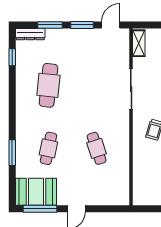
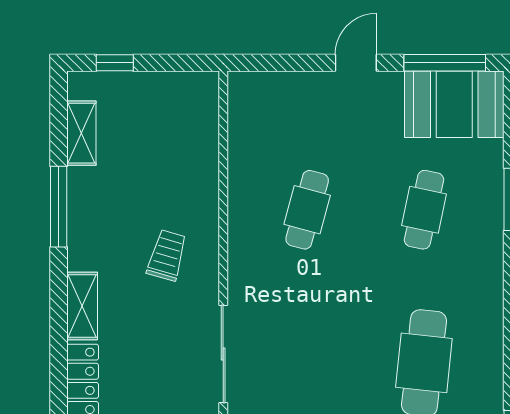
cafe table: (97, 148) -> (307, 210), turned 33

